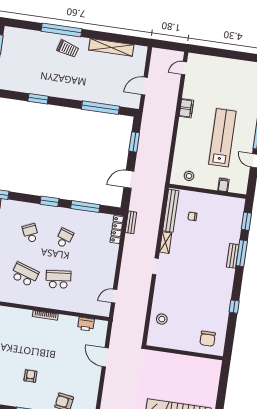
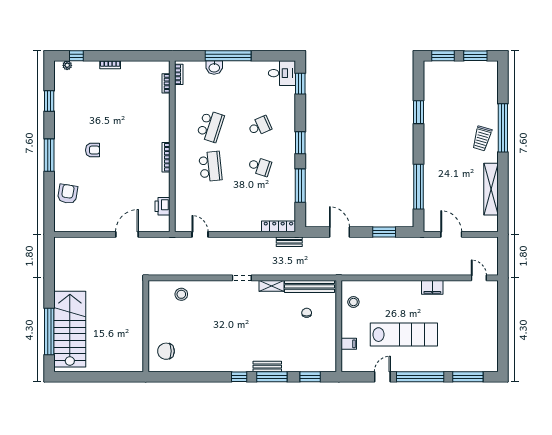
window: (234, 307) -> (239, 377), moved

